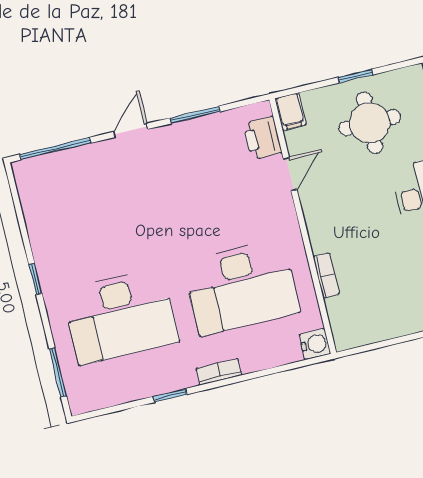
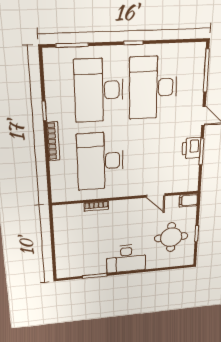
printer: (262, 138) -> (191, 148), moved, turned -90
desk: (100, 229) -> (153, 88), added
water cooler: (315, 344) -> (59, 195), removed
bookcase: (219, 372) -> (53, 141), width x1.56

